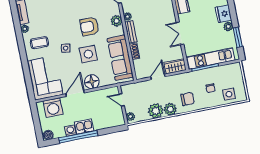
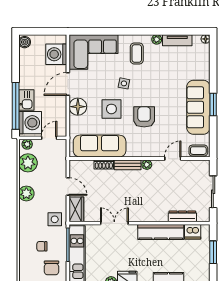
plant: (117, 21) -> (144, 150), removed
door: (75, 93) -> (68, 84), swing flipped
side table: (229, 94) -> (55, 219), moved
chair: (188, 99) -> (52, 268), moved
plant: (156, 111) -> (28, 163), moved
kitchen sink: (84, 126) -> (26, 100), moved
washing machine: (70, 131) -> (30, 123), moved, width x1.89, depth x1.89
window: (78, 137) -> (16, 106), moved

